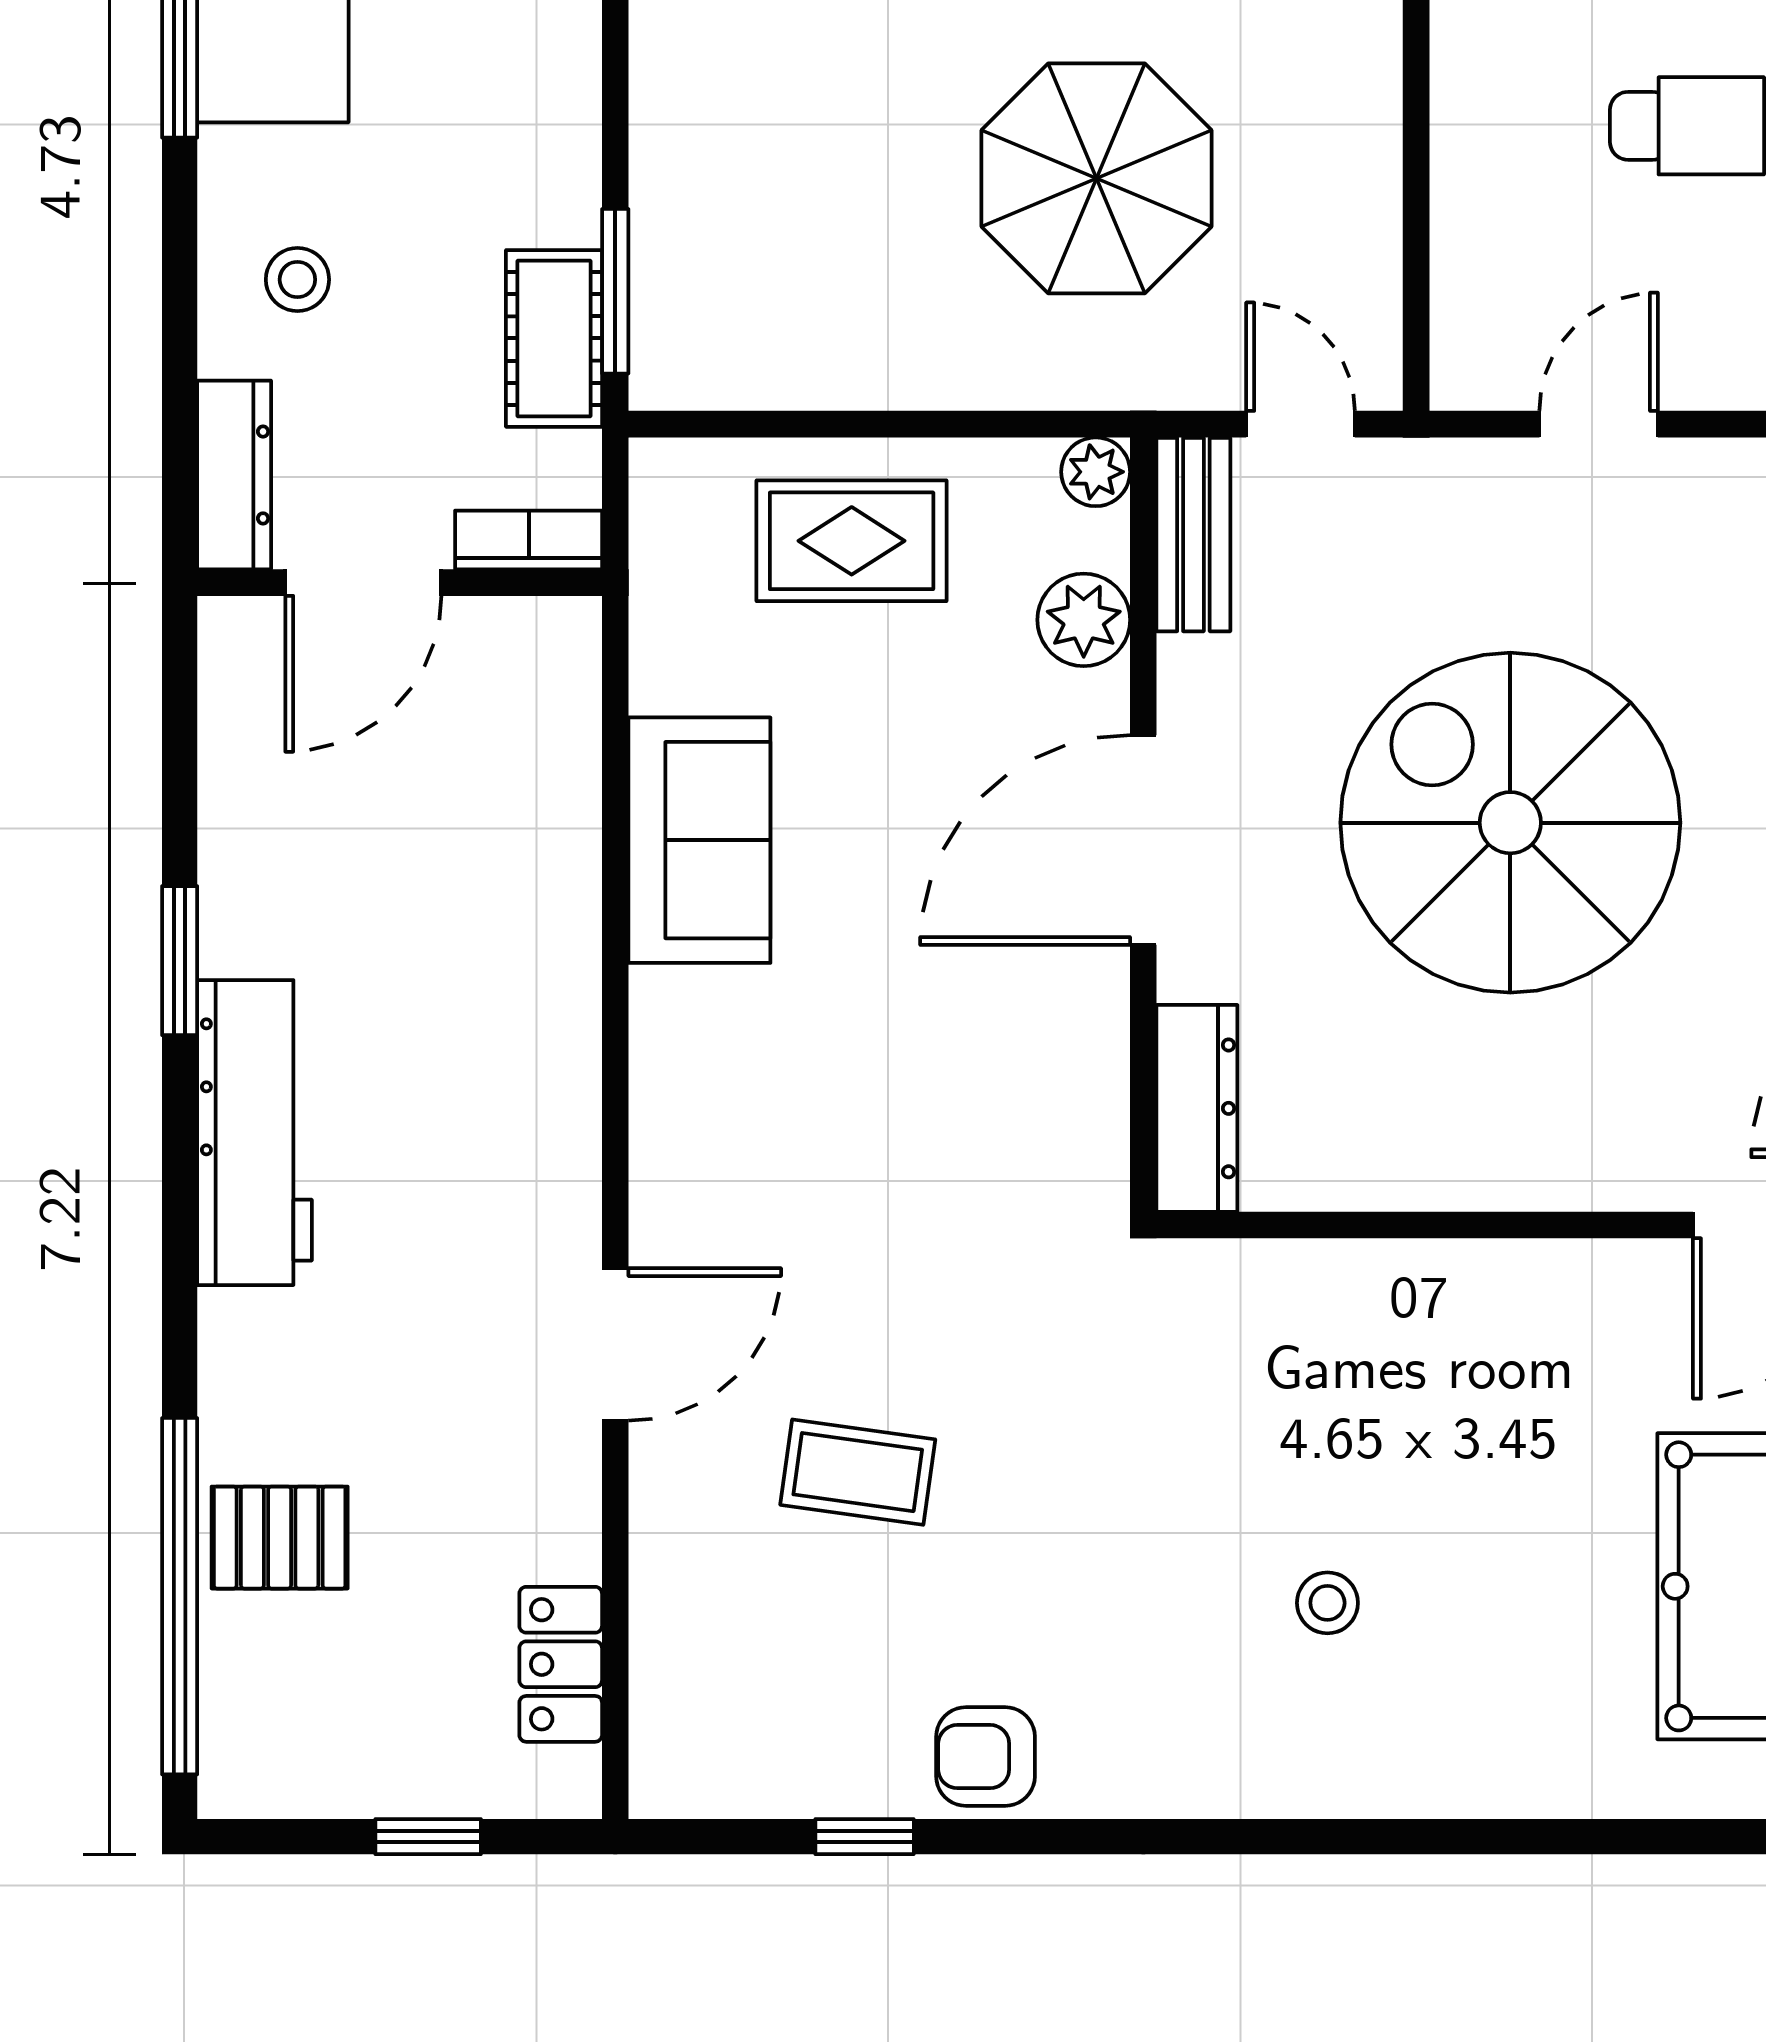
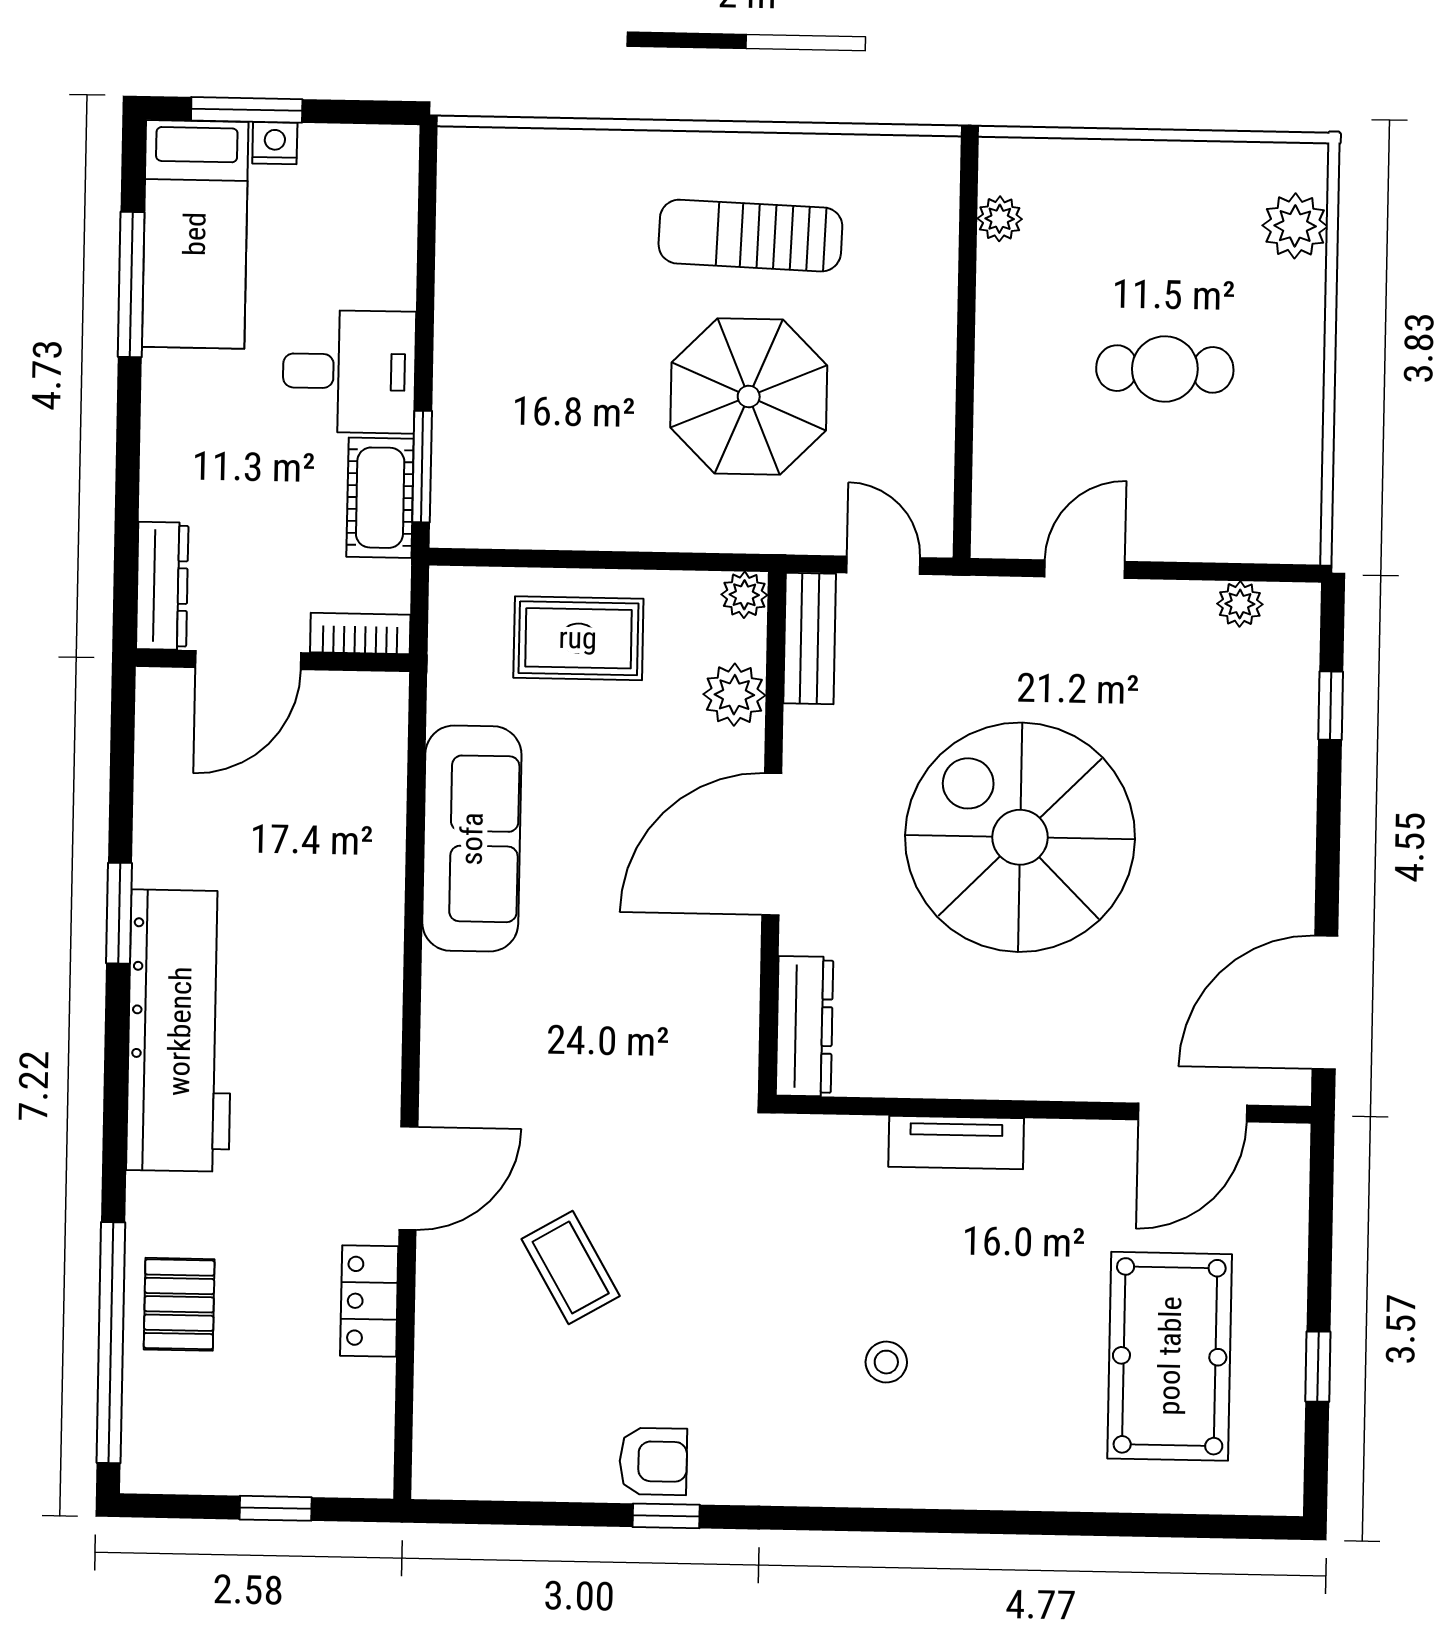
desk: (505, 153) -> (349, 371), added
stool: (297, 280) -> (207, 454), removed
sofa: (699, 840) -> (472, 839), width x1.36
workbench: (255, 1133) -> (180, 1031), width x1.36, depth x1.32
tv unit: (1425, 1276) -> (956, 1143), added
coffee table: (858, 1472) -> (571, 1268), turned 52
pallet: (280, 1538) -> (179, 1304), turned 90
locker: (561, 1664) -> (369, 1301), moved
armchair: (986, 1757) -> (653, 1461), turned 180
window: (865, 1837) -> (666, 1516), moved

